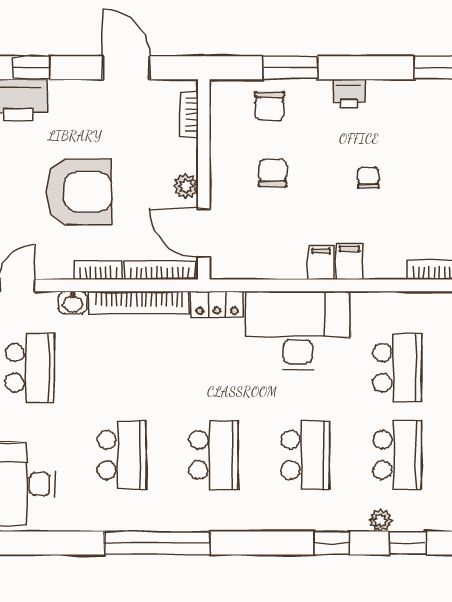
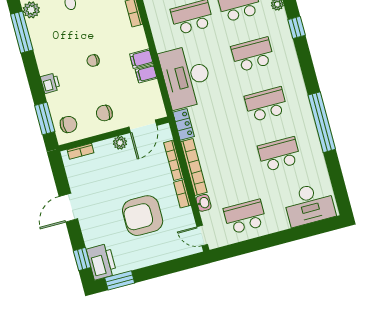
bookcase: (189, 114) -> (80, 151), moved
wall: (204, 179) -> (114, 134), moved
plant: (186, 186) -> (120, 143), moved
armchair: (79, 192) -> (143, 216), turned -90
door: (204, 233) -> (143, 126), moved

